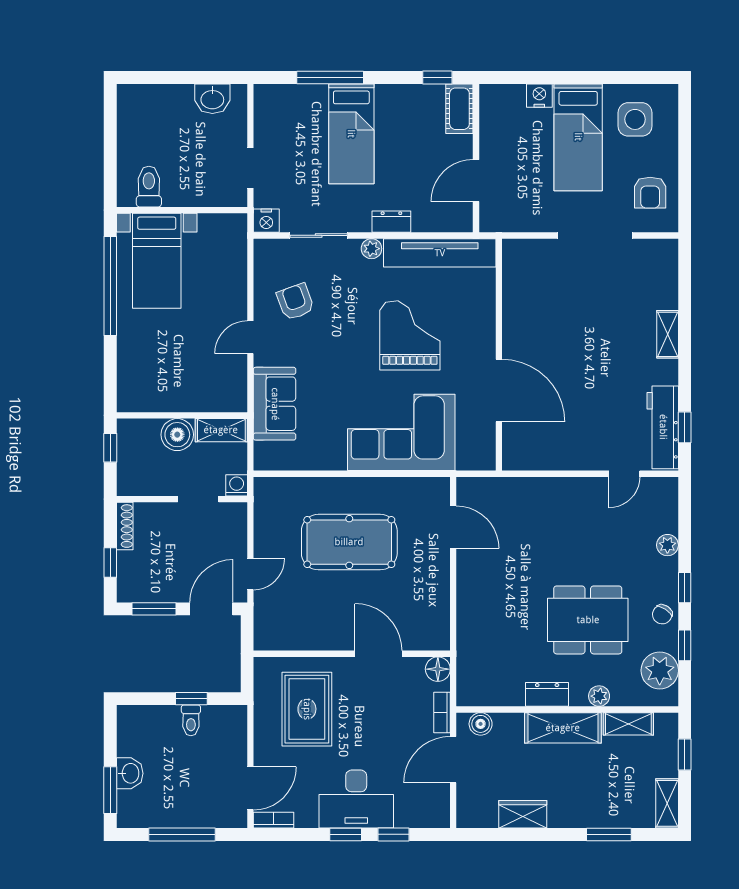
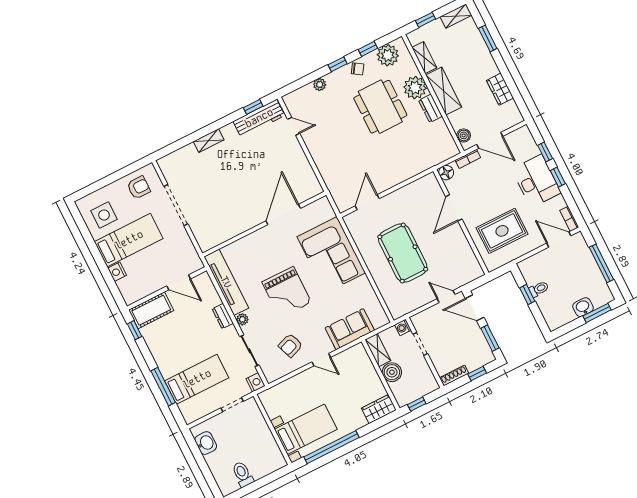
cot: (459, 109) -> (151, 310), width x1.37, depth x1.34
bed: (351, 134) -> (197, 379), moved
toilet: (149, 187) -> (243, 474), moved, turned 90
grand piano: (410, 335) -> (287, 292), moved, turned -90
wardrobe: (132, 387) -> (379, 409), added
plant: (599, 696) -> (415, 88), width x1.88, depth x1.88

